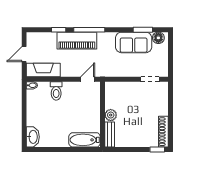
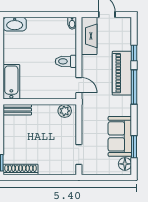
toilet: (56, 91) -> (66, 61), moved
plant: (111, 115) -> (65, 111), moved

